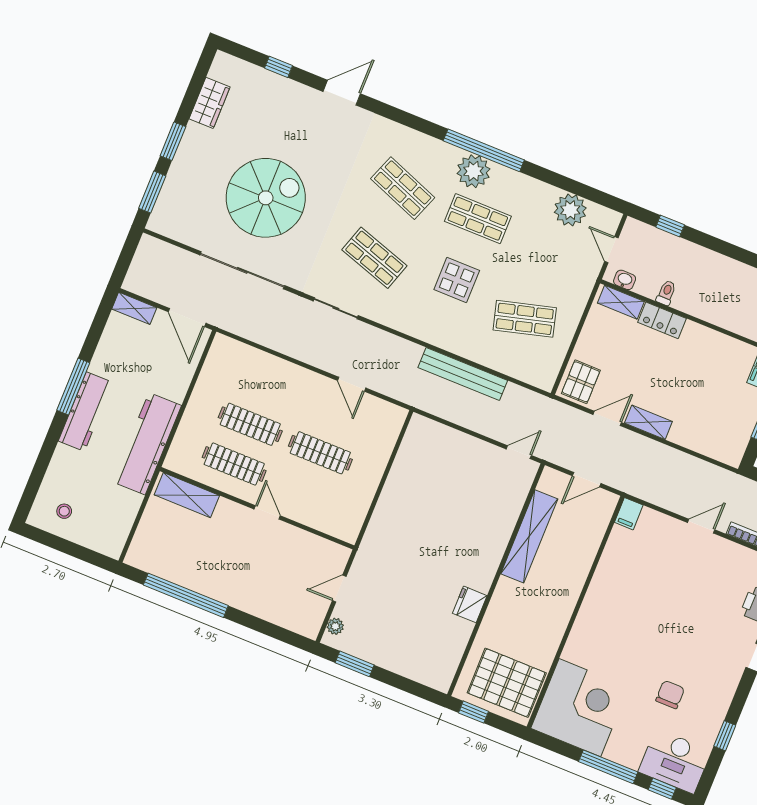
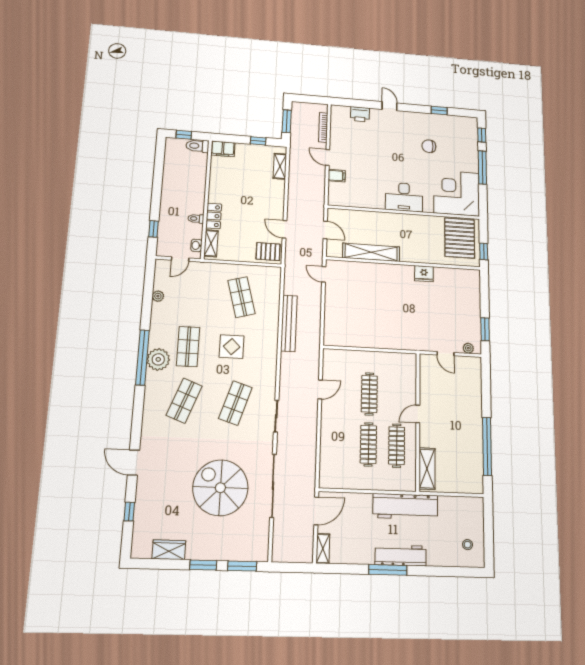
plant: (570, 210) -> (158, 296), width x0.53, depth x0.53
shelving: (648, 422) -> (280, 166), moved
filing cabinet: (629, 514) -> (337, 176), moved
desk: (675, 761) -> (404, 197), moved, turned 90

